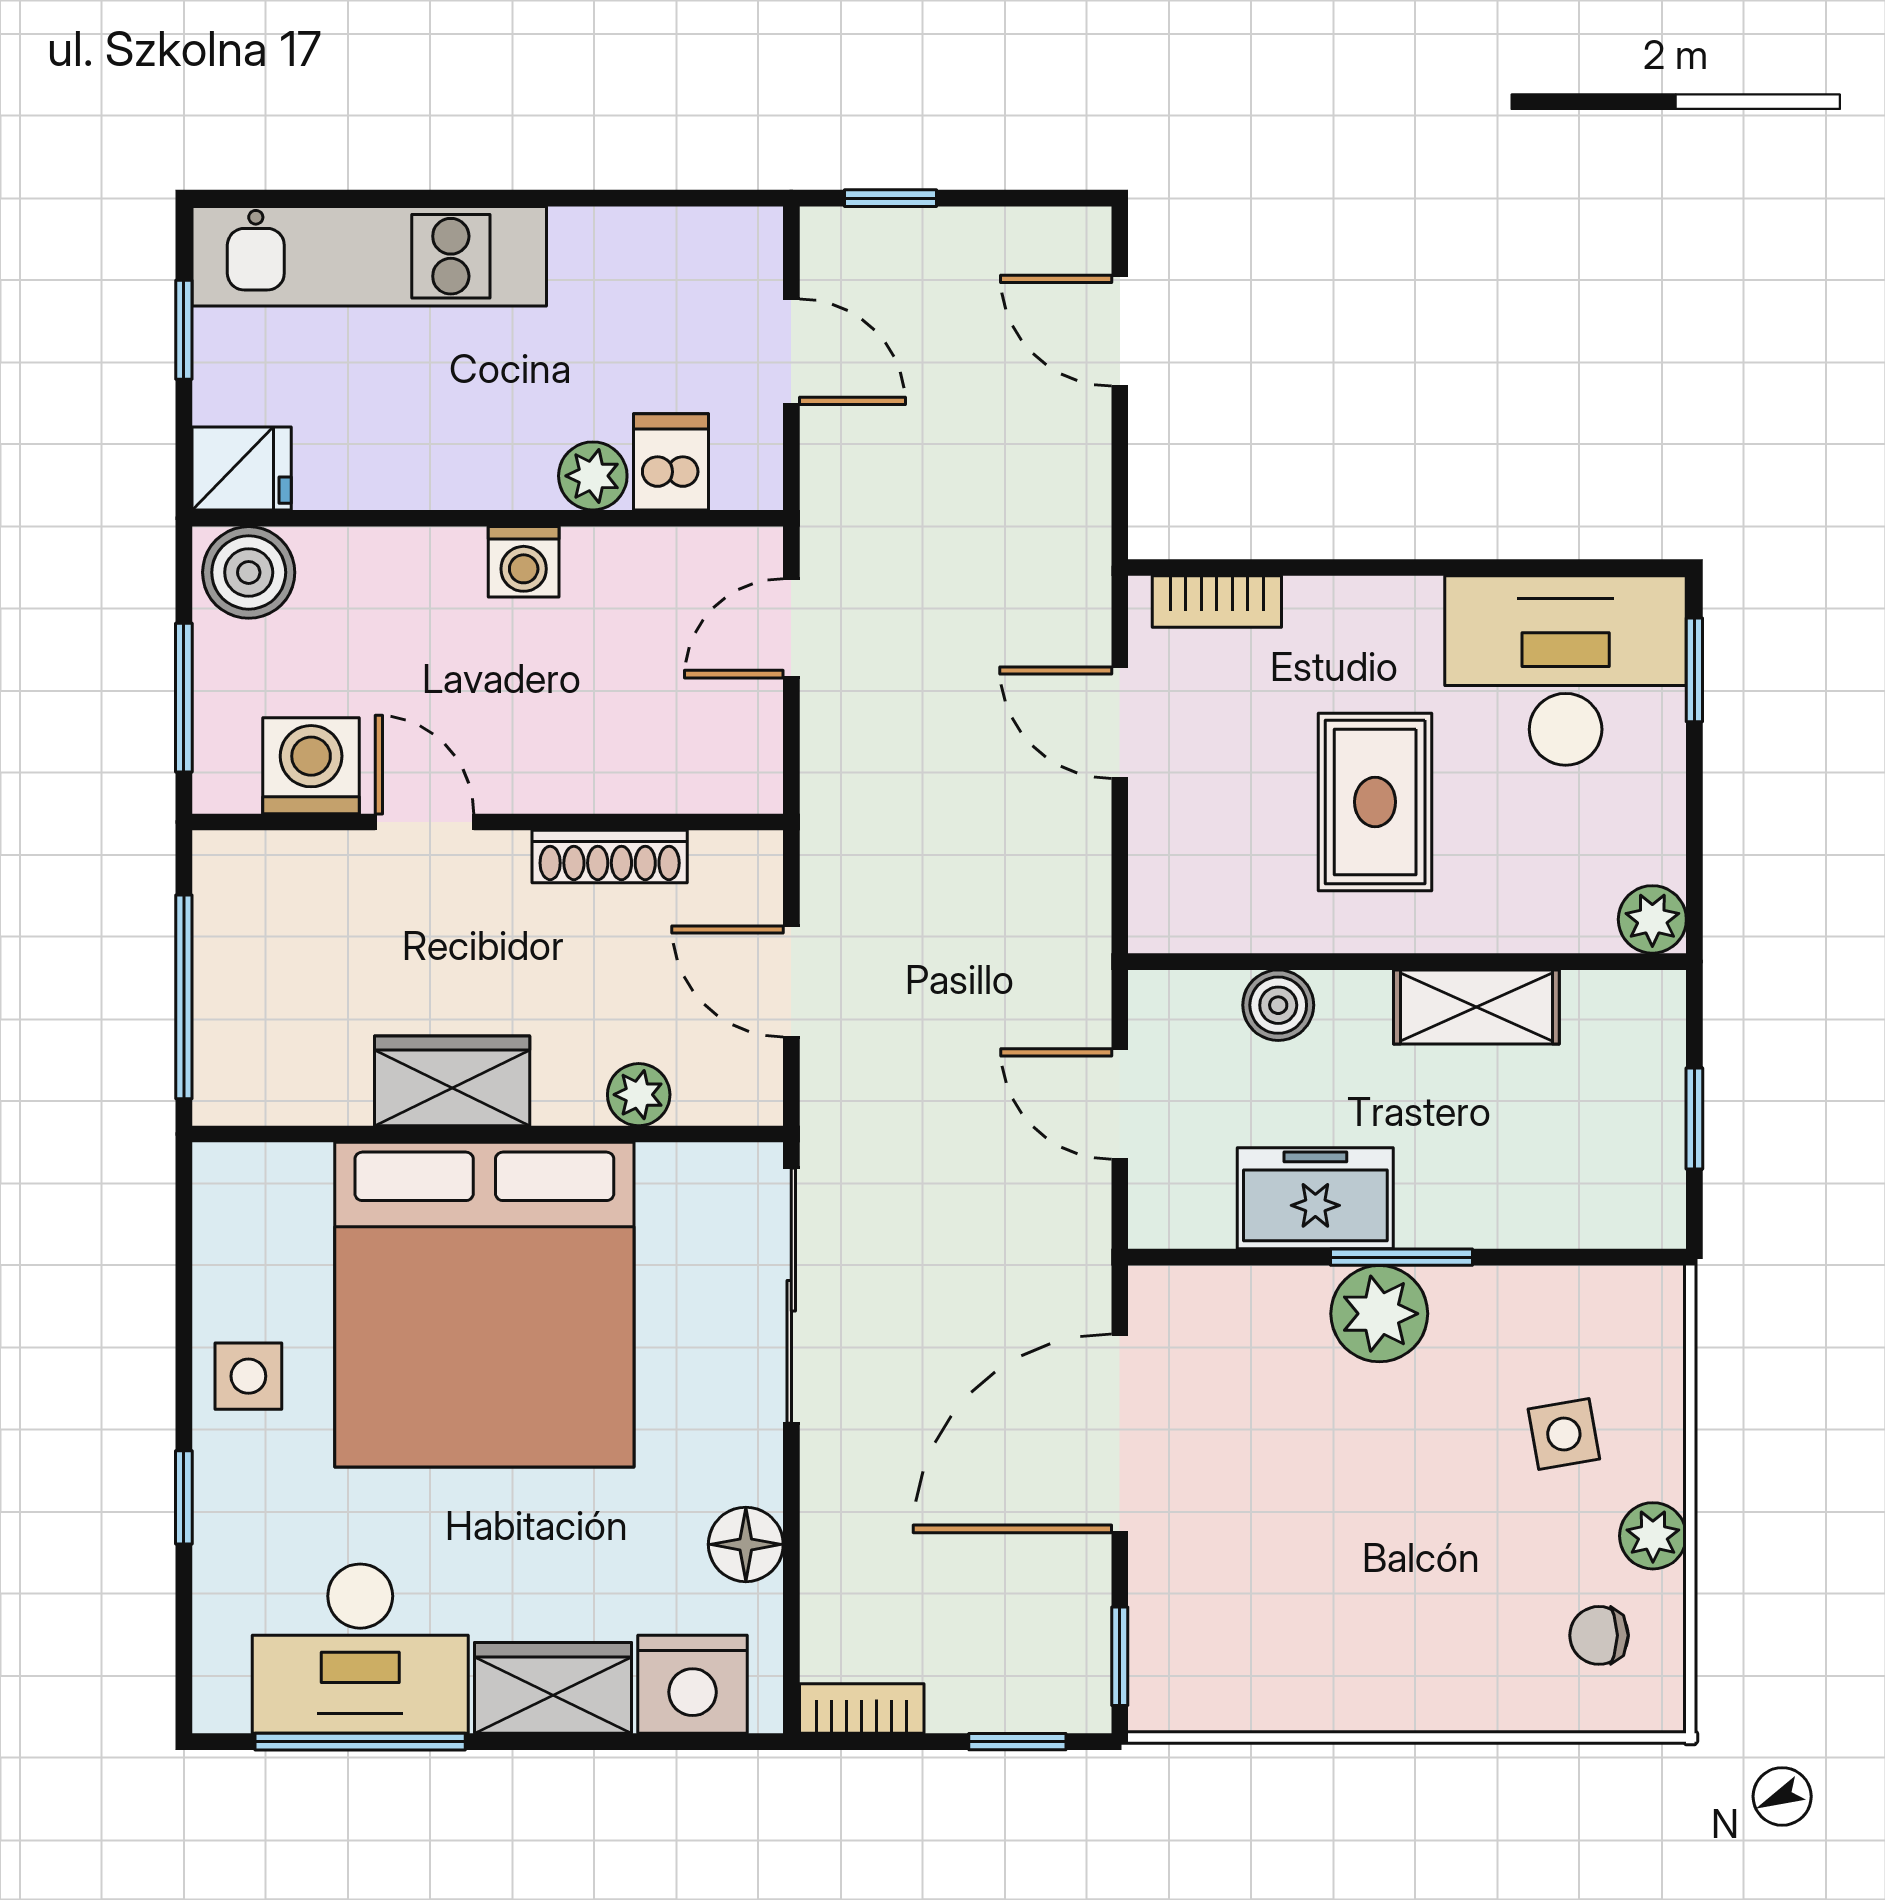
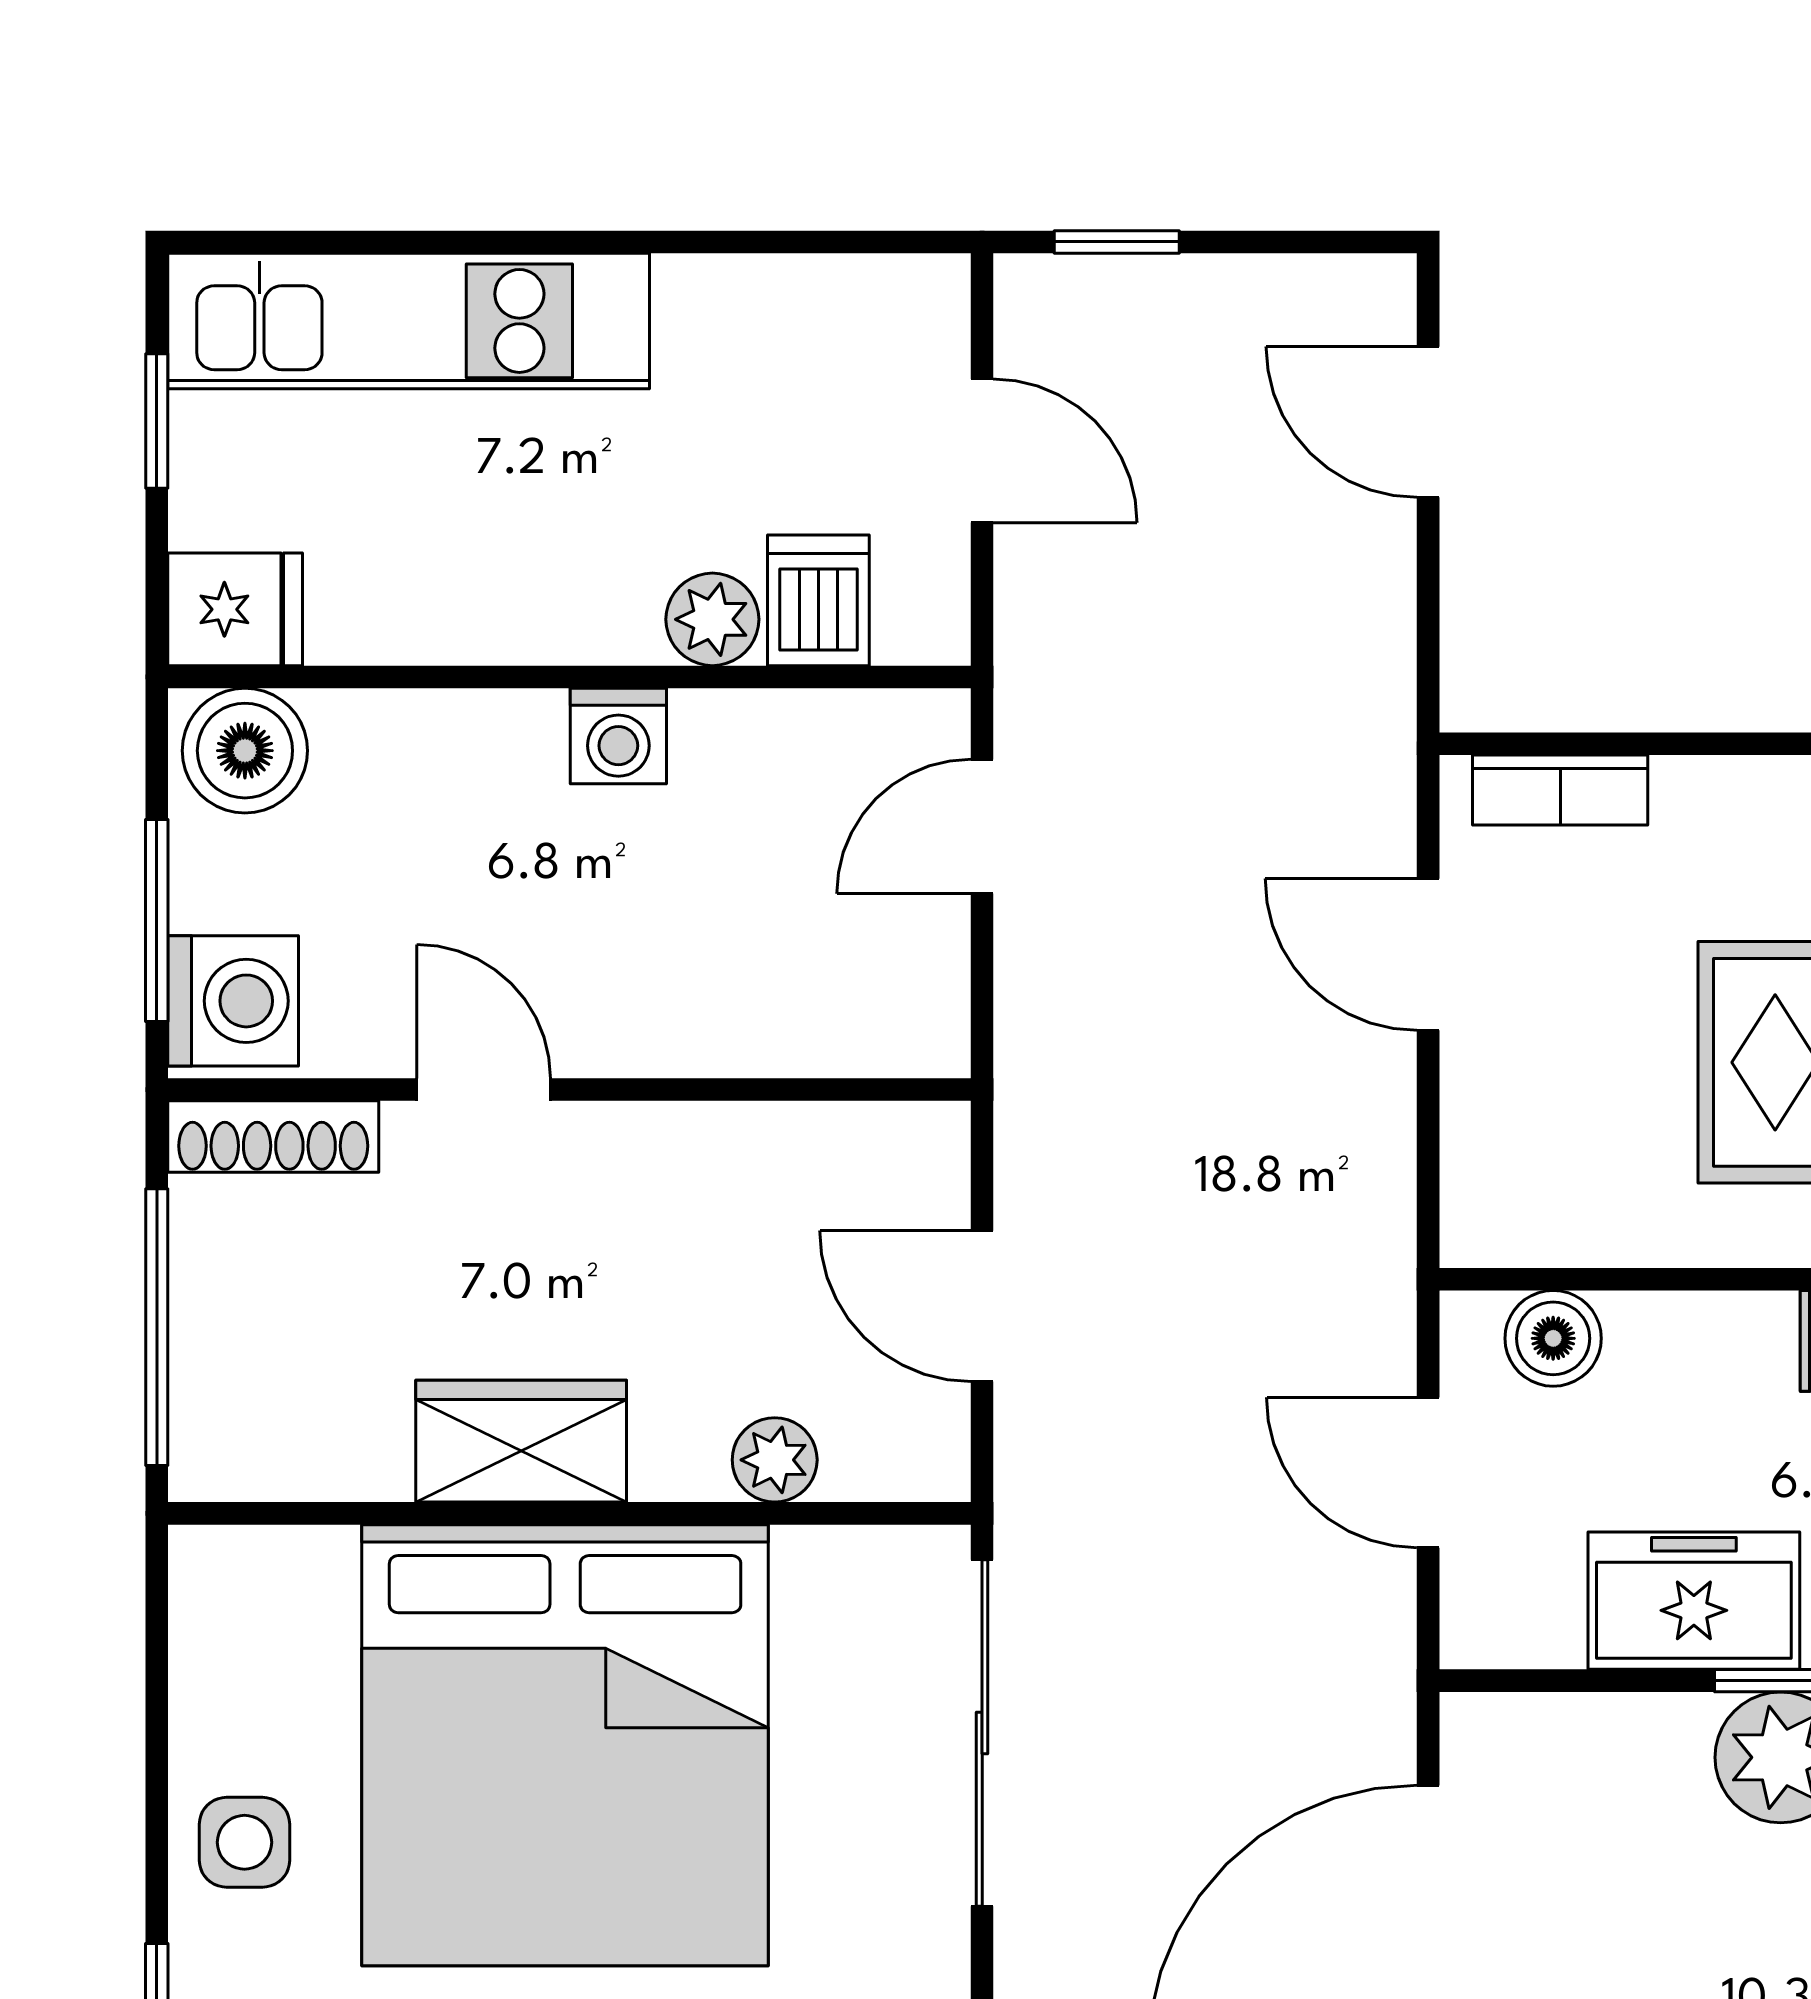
washing machine: (311, 766) -> (233, 1001), moved, turned 90
shoe rack: (610, 857) -> (273, 1137), moved
boiler: (1278, 1005) -> (1553, 1338), moved

